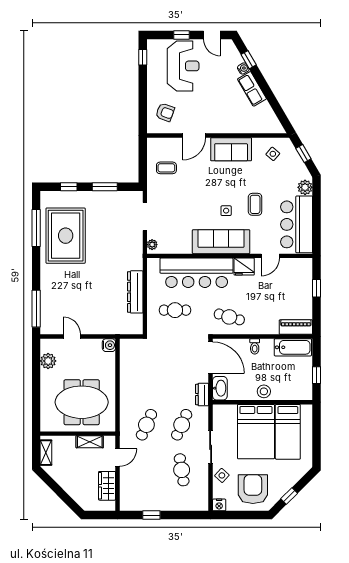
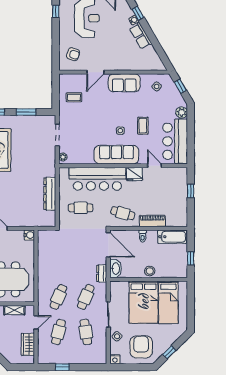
door: (270, 256) -> (155, 166), swing flipped
piano: (296, 327) -> (152, 221), moved
cafe table: (146, 470) -> (58, 332), added

